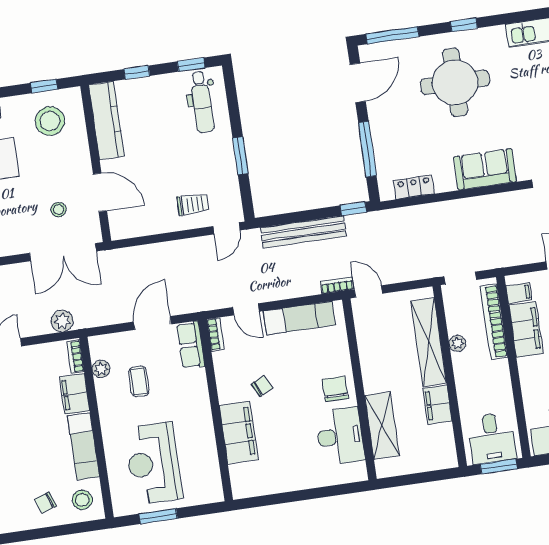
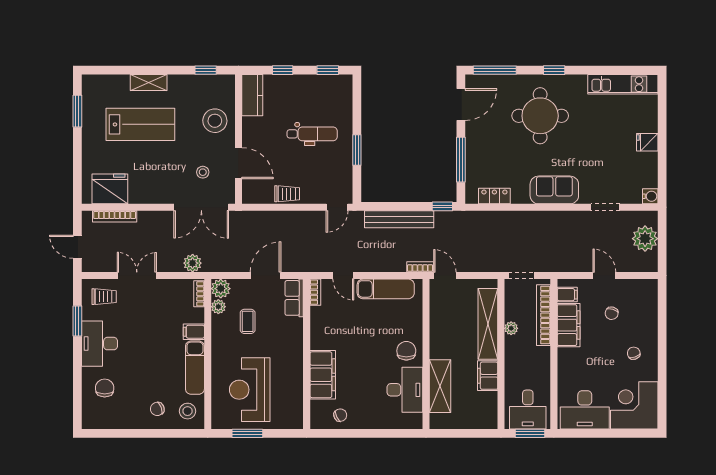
dental chair: (202, 102) -> (312, 134), moved, turned -90
kitchen counter: (106, 120) -> (252, 95), width x0.67
stool: (50, 121) -> (215, 121), moved
trolley: (193, 204) -> (287, 194), moved
plant: (101, 347) -> (221, 289), added
chair: (262, 386) -> (340, 415), moved
filing cabinet: (75, 394) -> (194, 332), width x0.50

